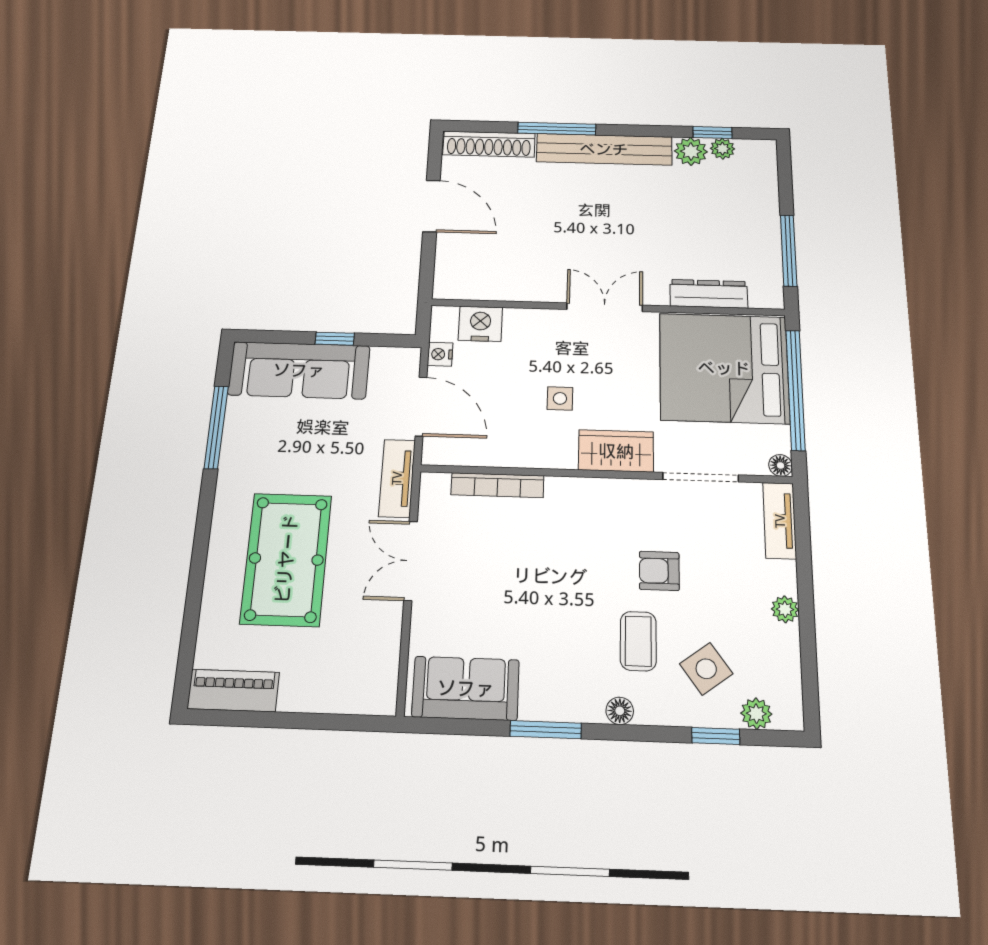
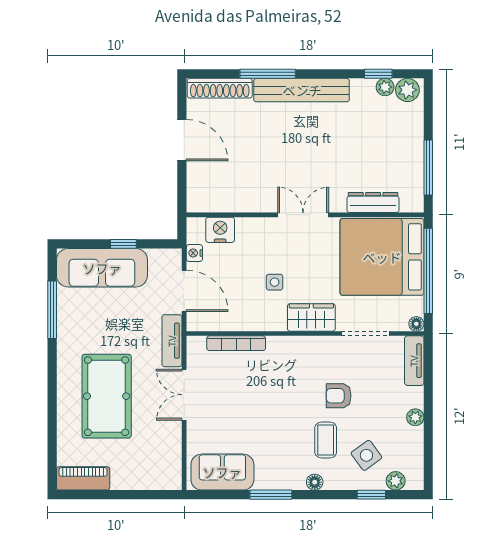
plant: (691, 151) -> (407, 90), moved

